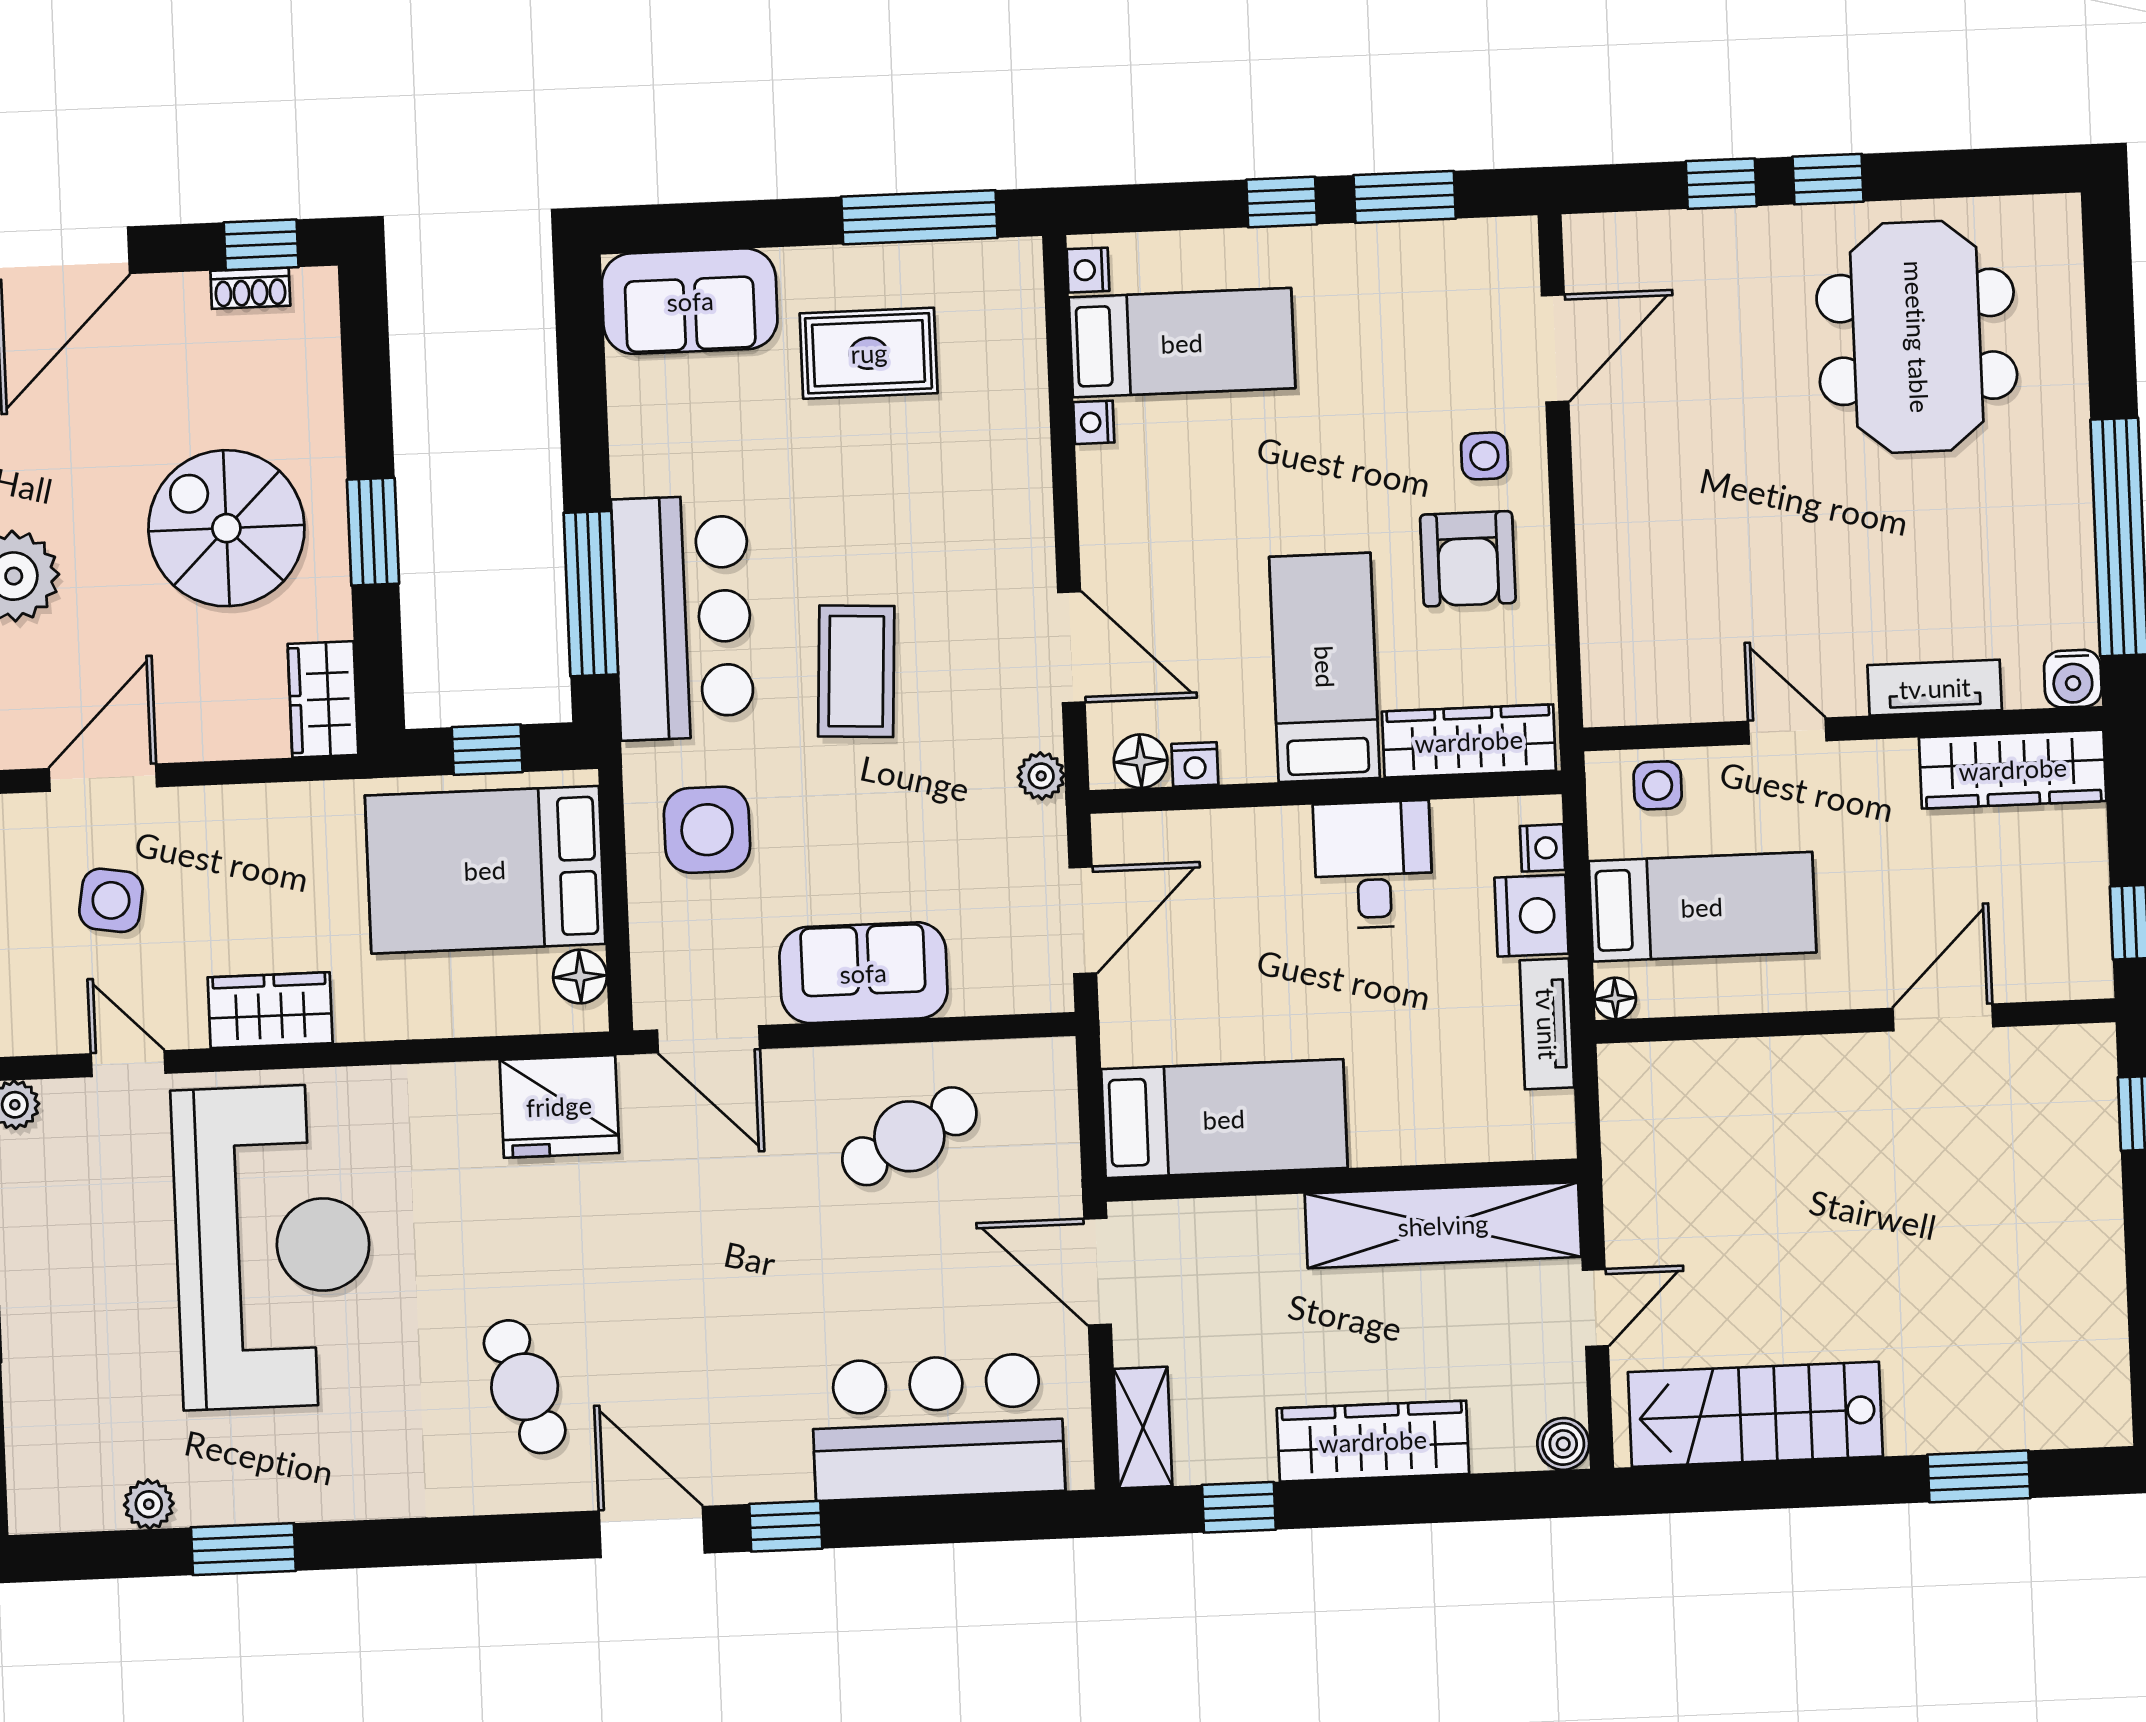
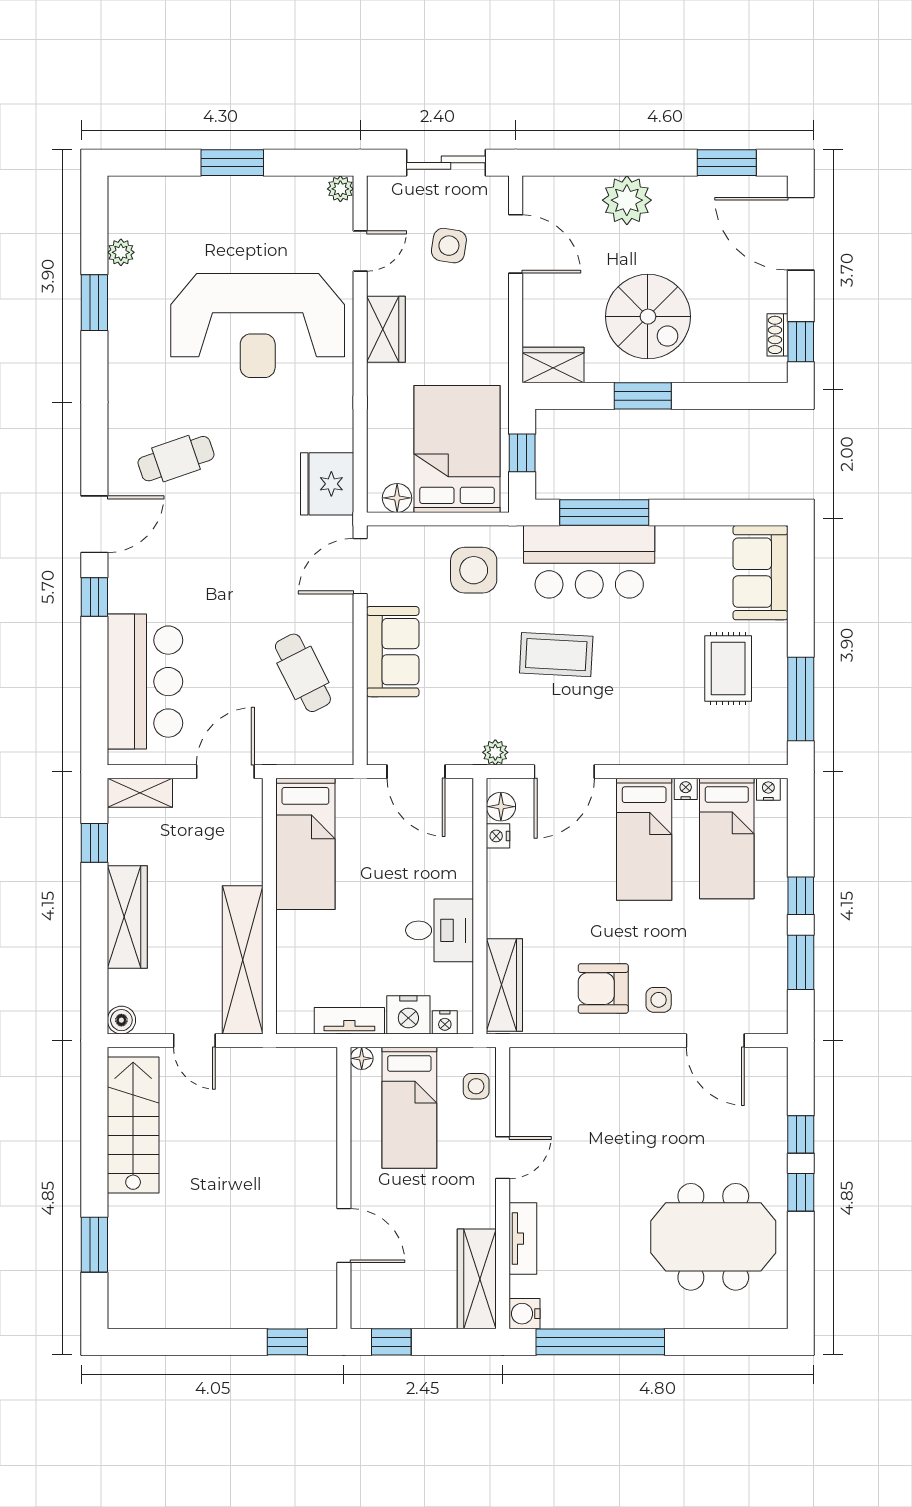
spiral stairs: (226, 528) -> (648, 317), turned 90
bed: (1325, 667) -> (644, 839), moved, turned 90

